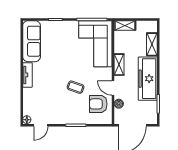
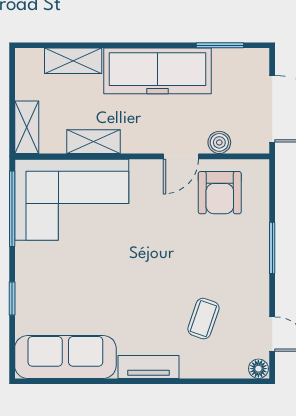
shelving: (119, 65) -> (93, 142), moved
coffee table: (76, 87) -> (203, 319), moved

